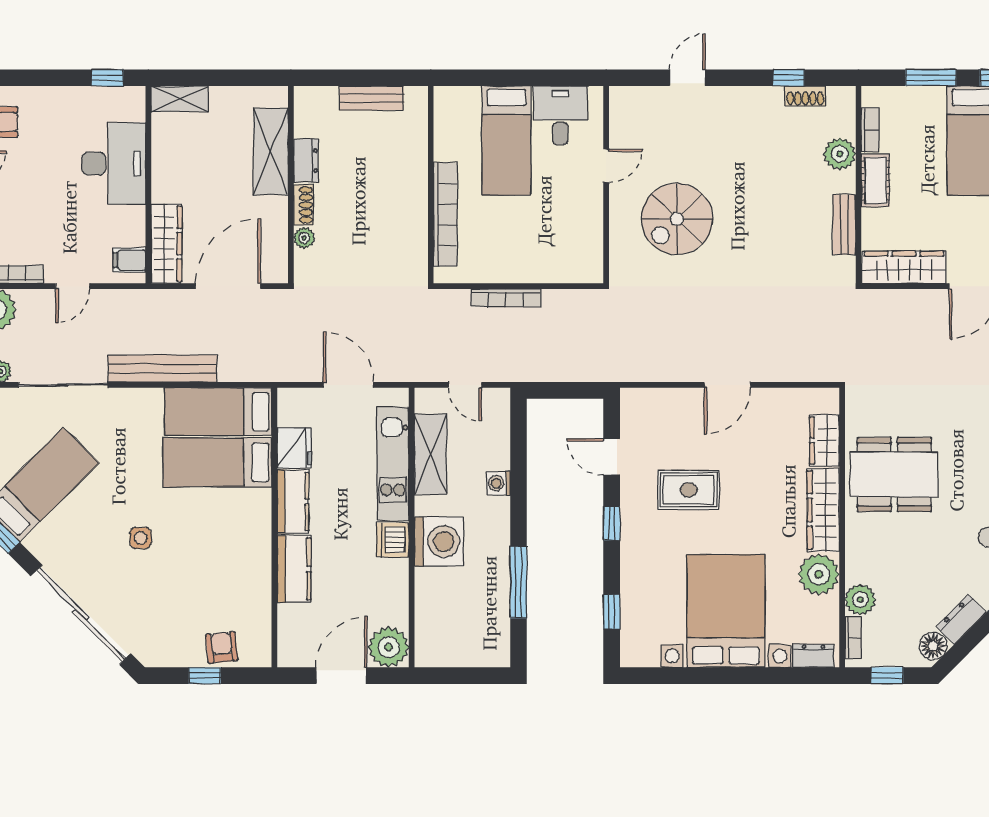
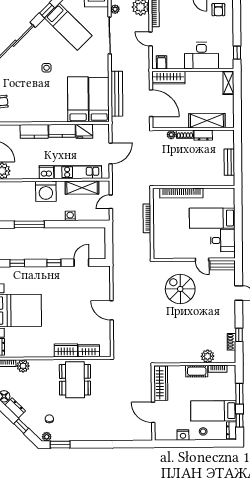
bench: (844, 225) -> (223, 265), moved
bench: (163, 369) -> (117, 94), moved
rug: (689, 490) -> (68, 295), removed
wardrobe: (823, 510) -> (66, 350), width x0.67
plant: (819, 574) -> (33, 349), removed

